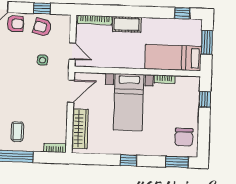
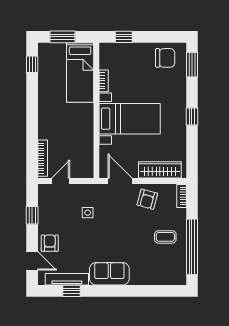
cot: (127, 24) -> (46, 123), removed
armchair: (42, 27) -> (147, 199), moved
door: (72, 51) -> (61, 181), moved

